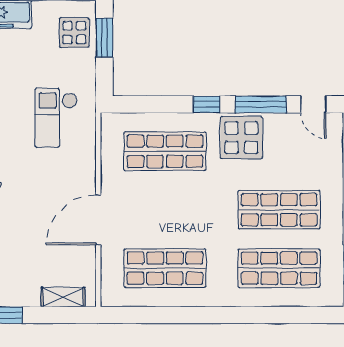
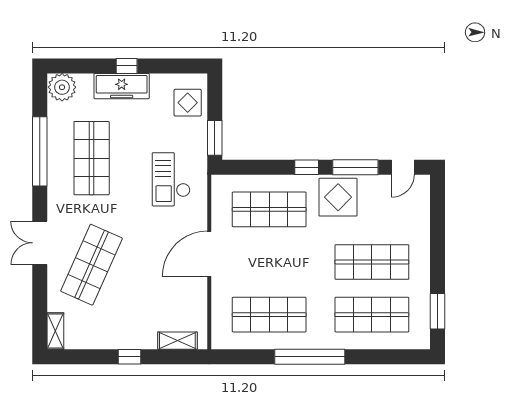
window: (104, 38) -> (215, 138), moved
door: (313, 104) -> (403, 167), hinge flipped
door: (98, 220) -> (209, 254), moved
window: (210, 315) -> (310, 357), added

